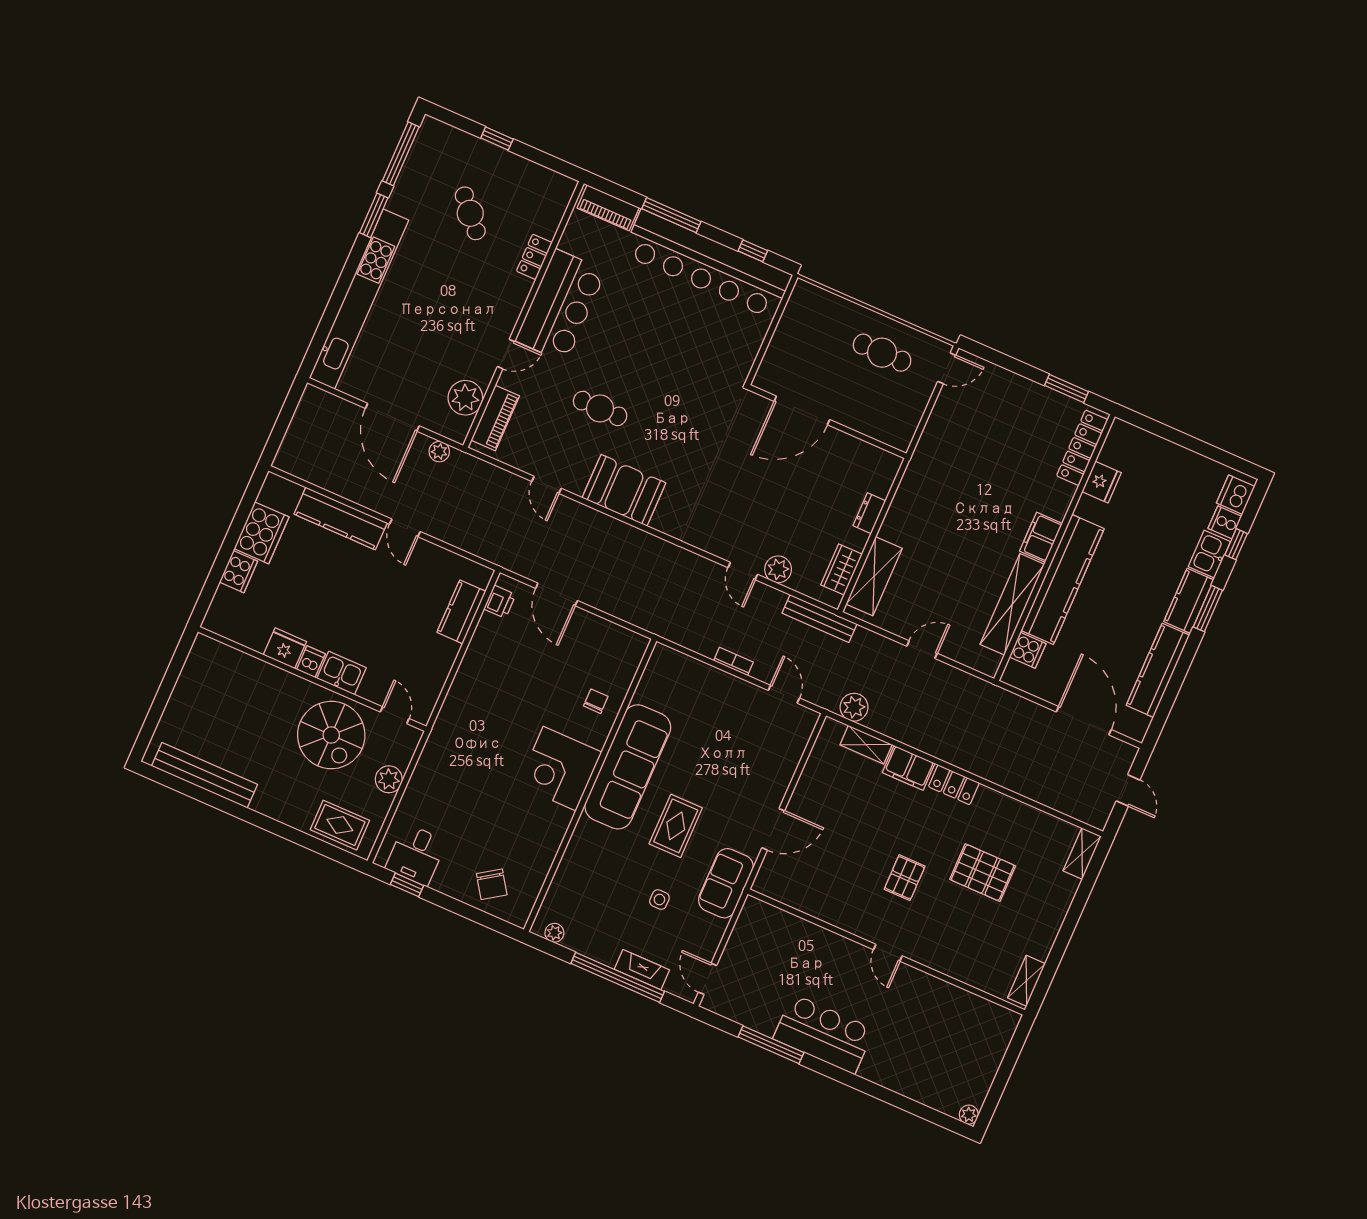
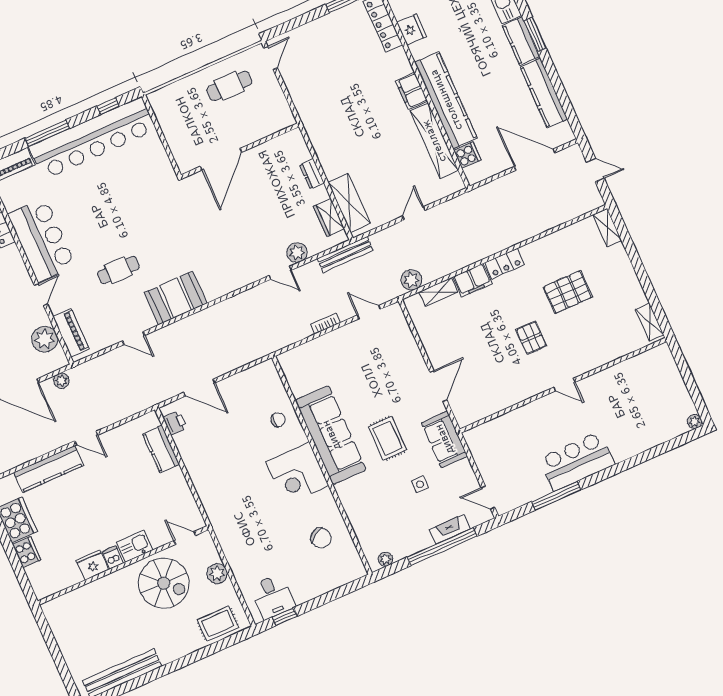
chair: (596, 701) -> (278, 420), turned 90
chair: (492, 884) -> (321, 538), moved

